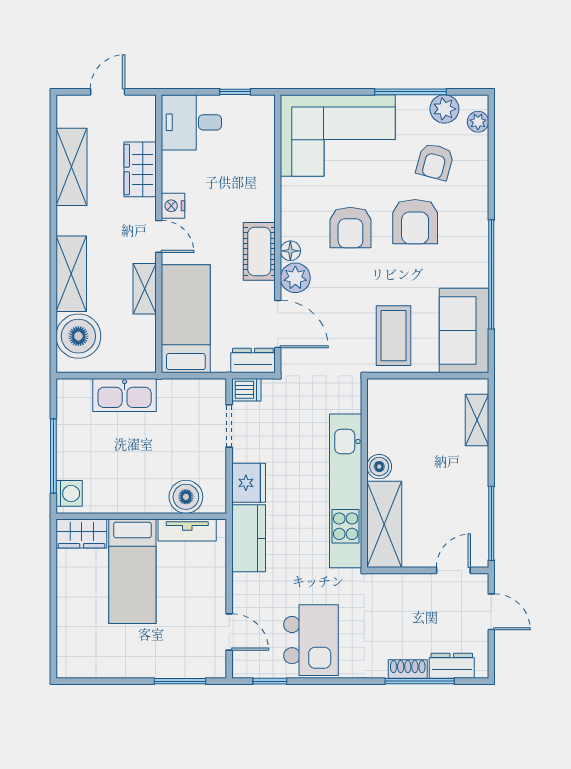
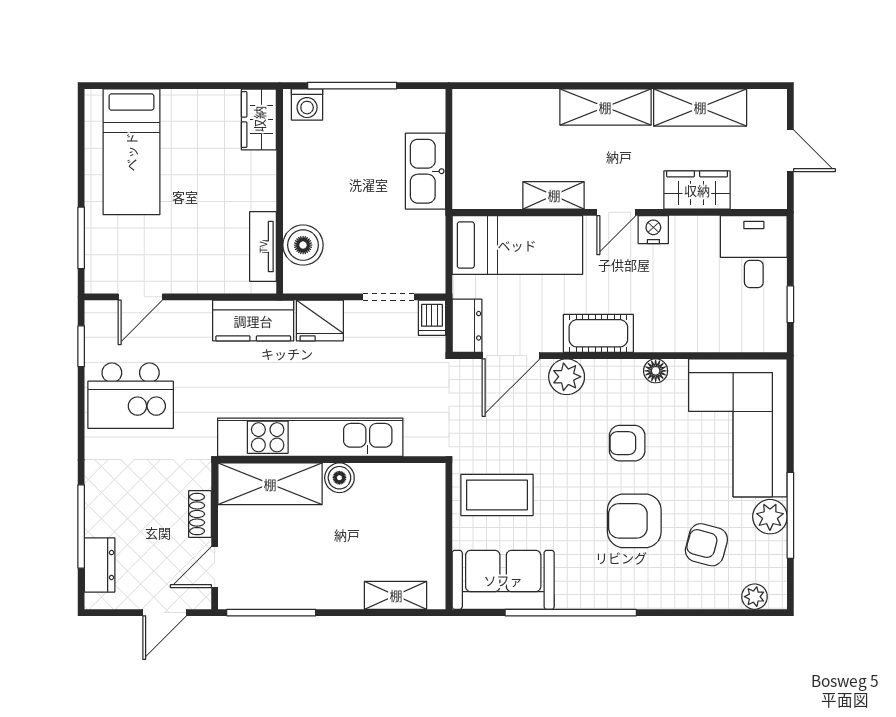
plant: (444, 109) -> (770, 517), moved
armchair: (350, 228) -> (627, 443), width x0.72, depth x0.72
floor lamp: (290, 251) -> (656, 371), moved
shelving: (71, 274) -> (605, 107), moved
boiler: (78, 336) -> (496, 116), removed
door: (453, 570) -> (215, 567), swing flipped
bed: (132, 571) -> (131, 152), moved, turned -90
shoe rack: (408, 669) -> (200, 514), moved, turned 180

